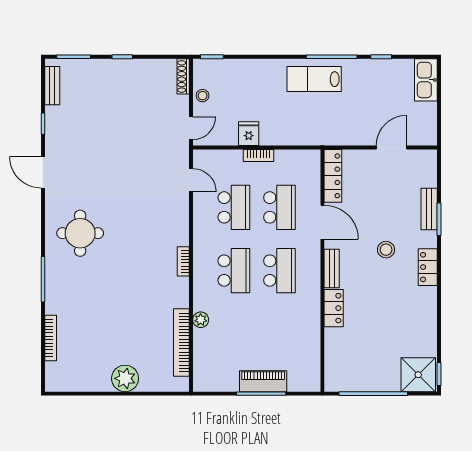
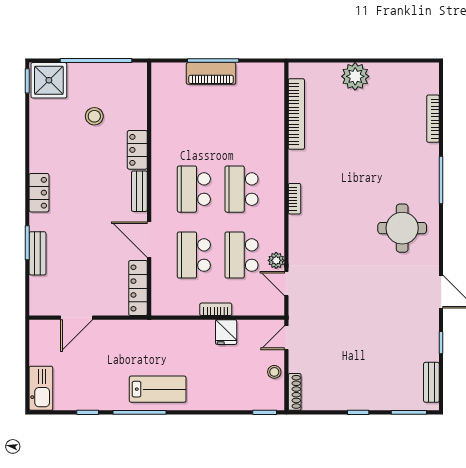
stool: (386, 250) -> (94, 116), moved
plant: (201, 320) -> (276, 260), moved

